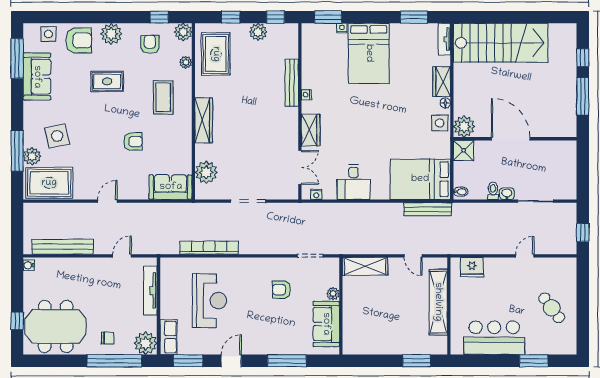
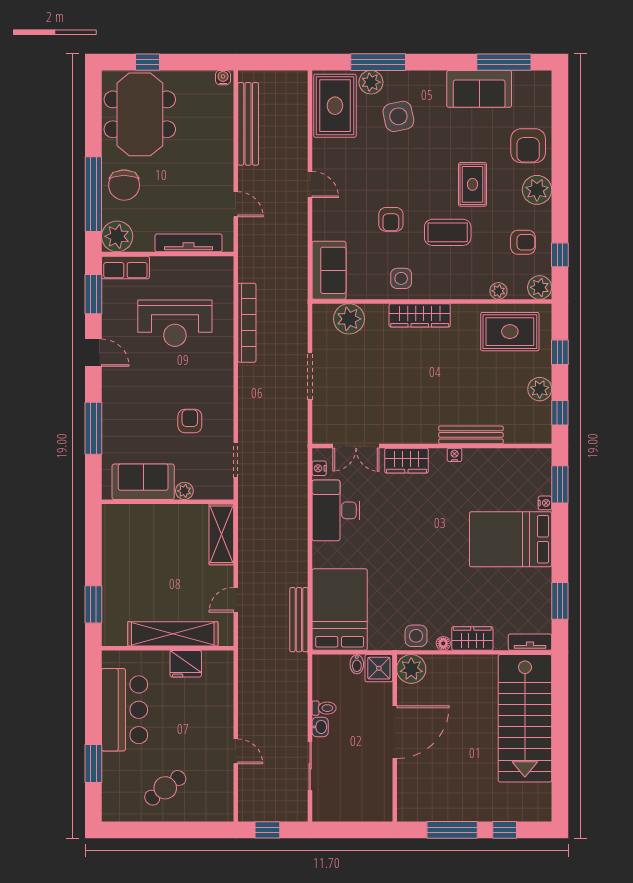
side table: (48, 34) -> (401, 278), moved
coffee table: (163, 97) -> (448, 232), moved
desk: (353, 182) -> (336, 510), width x1.37
bidet: (461, 192) -> (357, 664), moved
fridge: (472, 267) -> (186, 664), moved, turned -90
chair: (108, 338) -> (124, 185), width x1.87, depth x1.87

